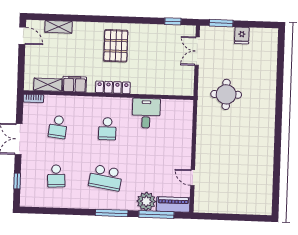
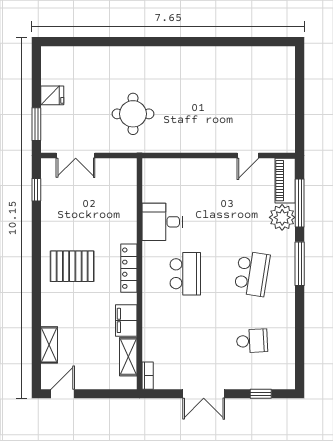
school desk: (58, 127) -> (185, 341), removed
school desk: (107, 129) -> (185, 274), width x1.85

